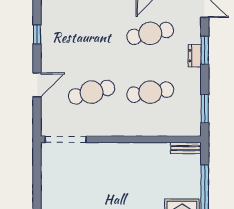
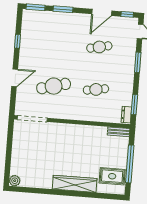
cafe table: (150, 33) -> (99, 47), width x0.73, depth x0.74
dresser: (195, 56) -> (126, 115), moved
cafe table: (150, 92) -> (96, 89), width x0.73, depth x0.74

